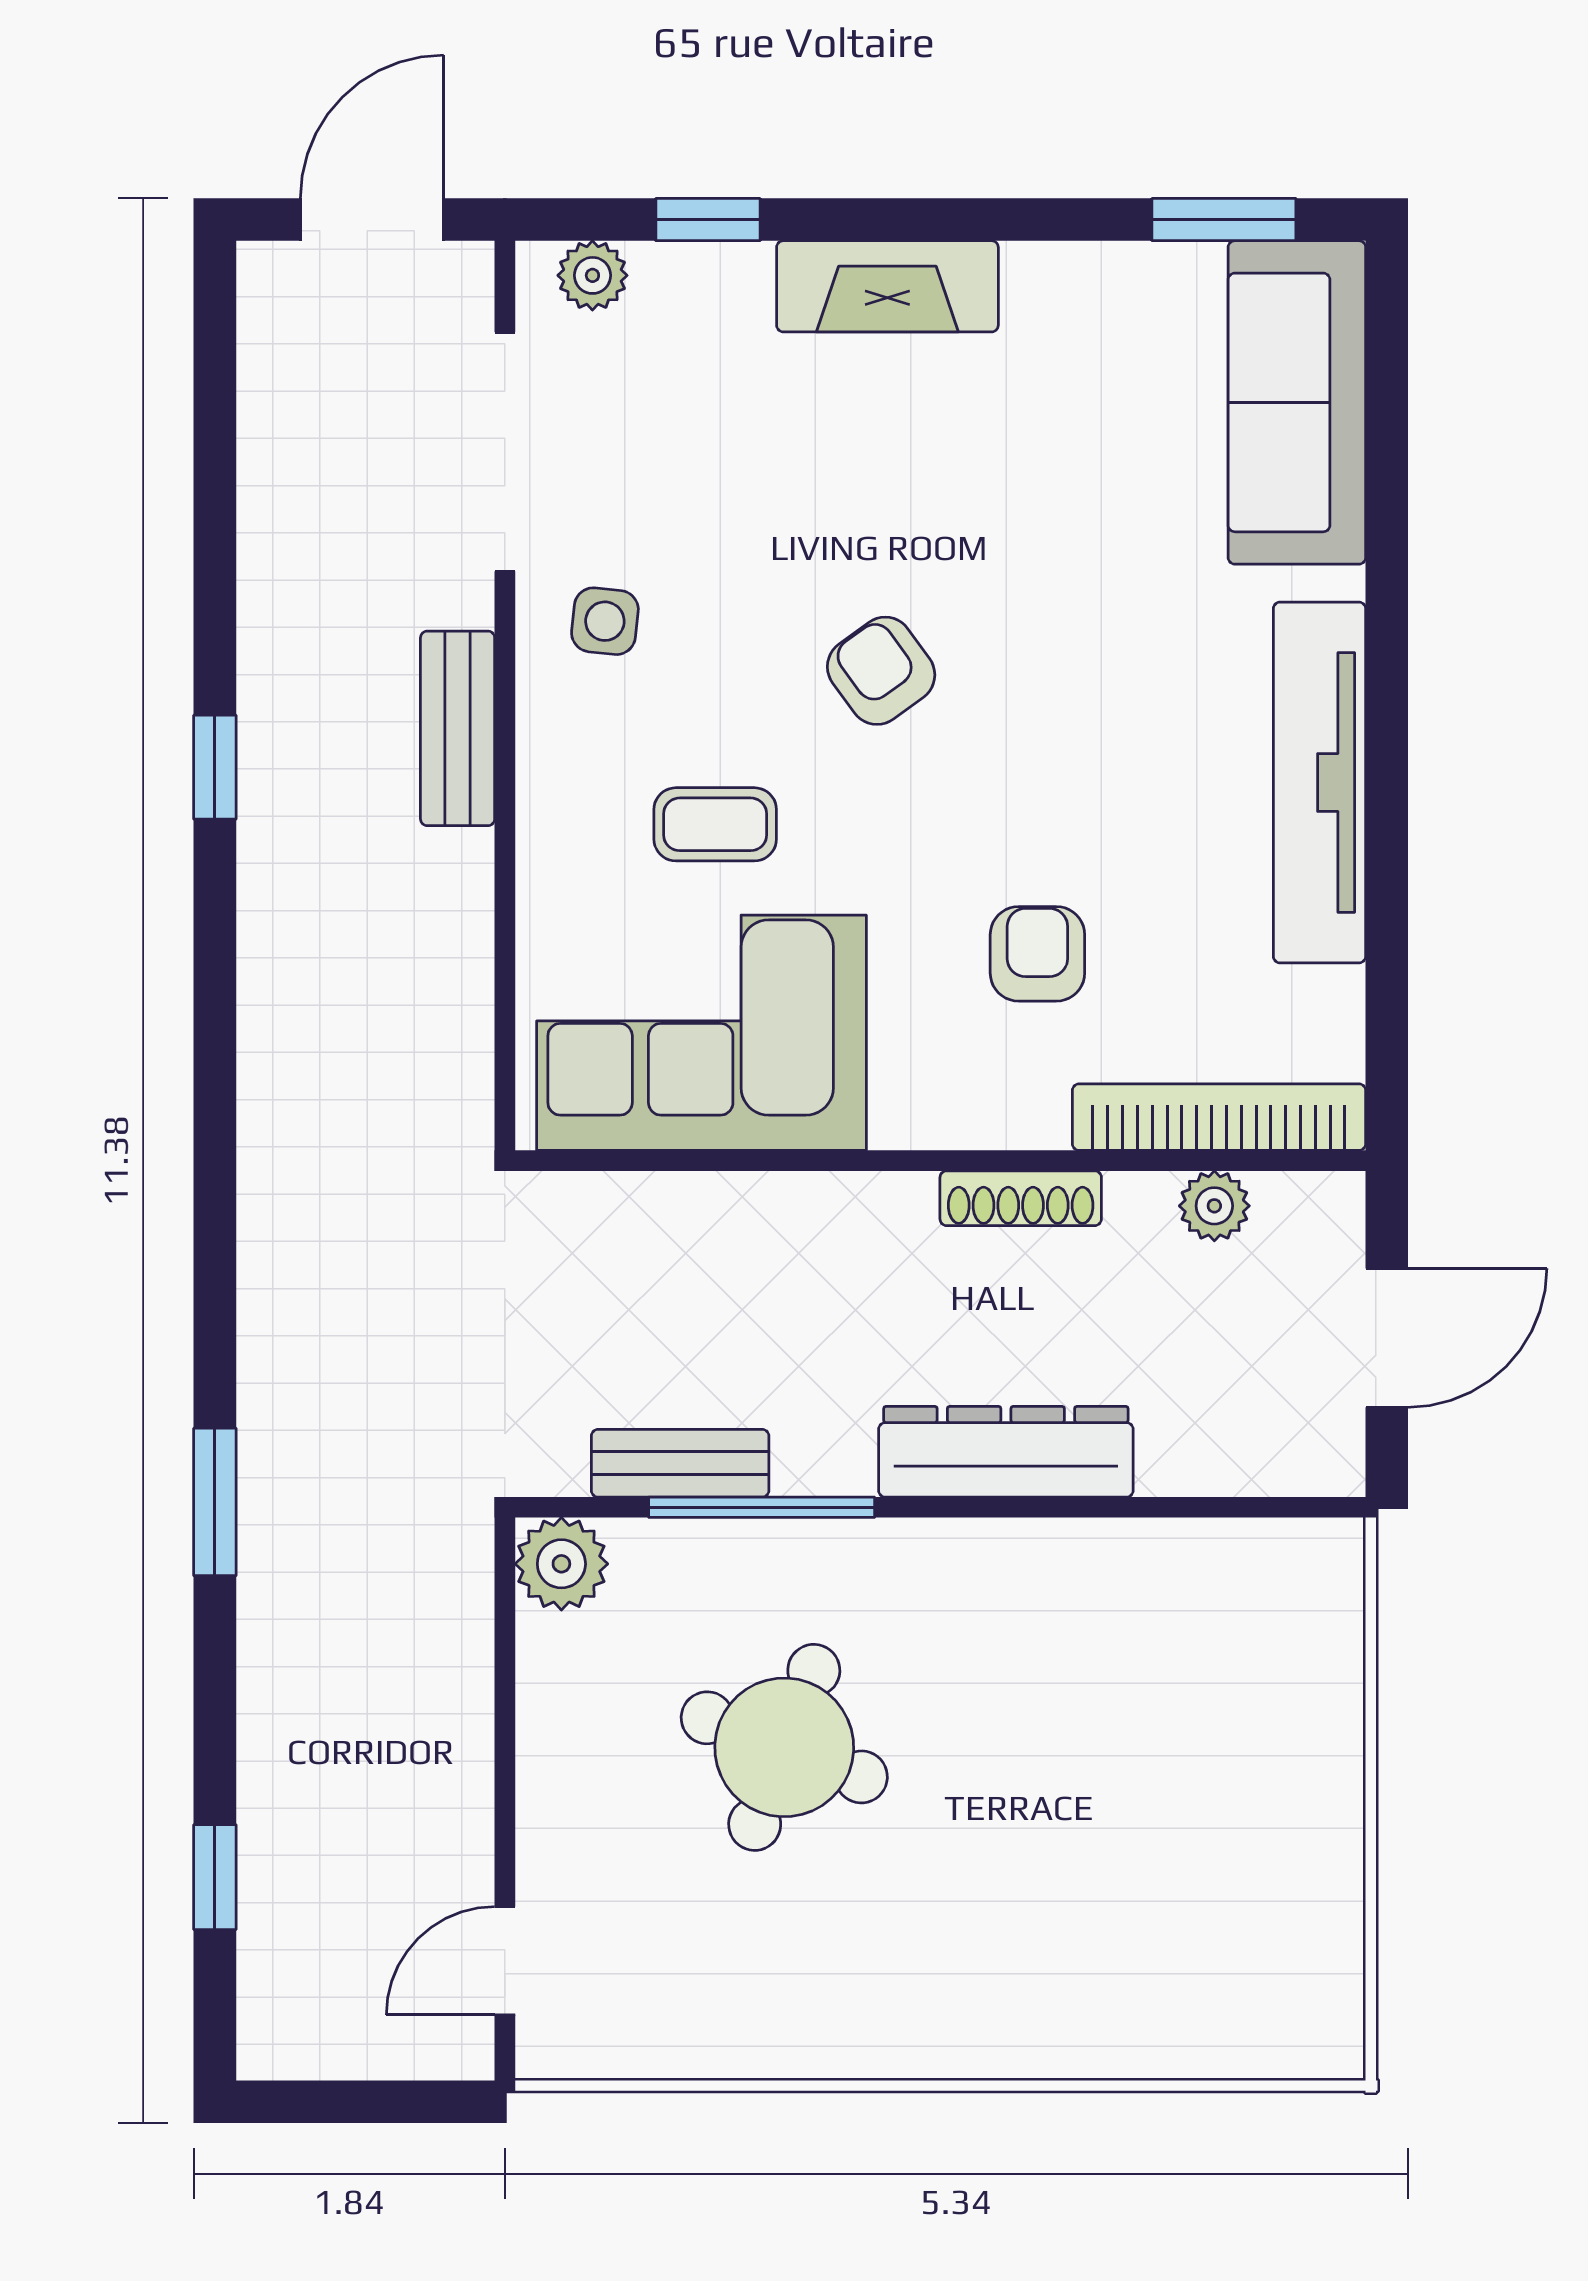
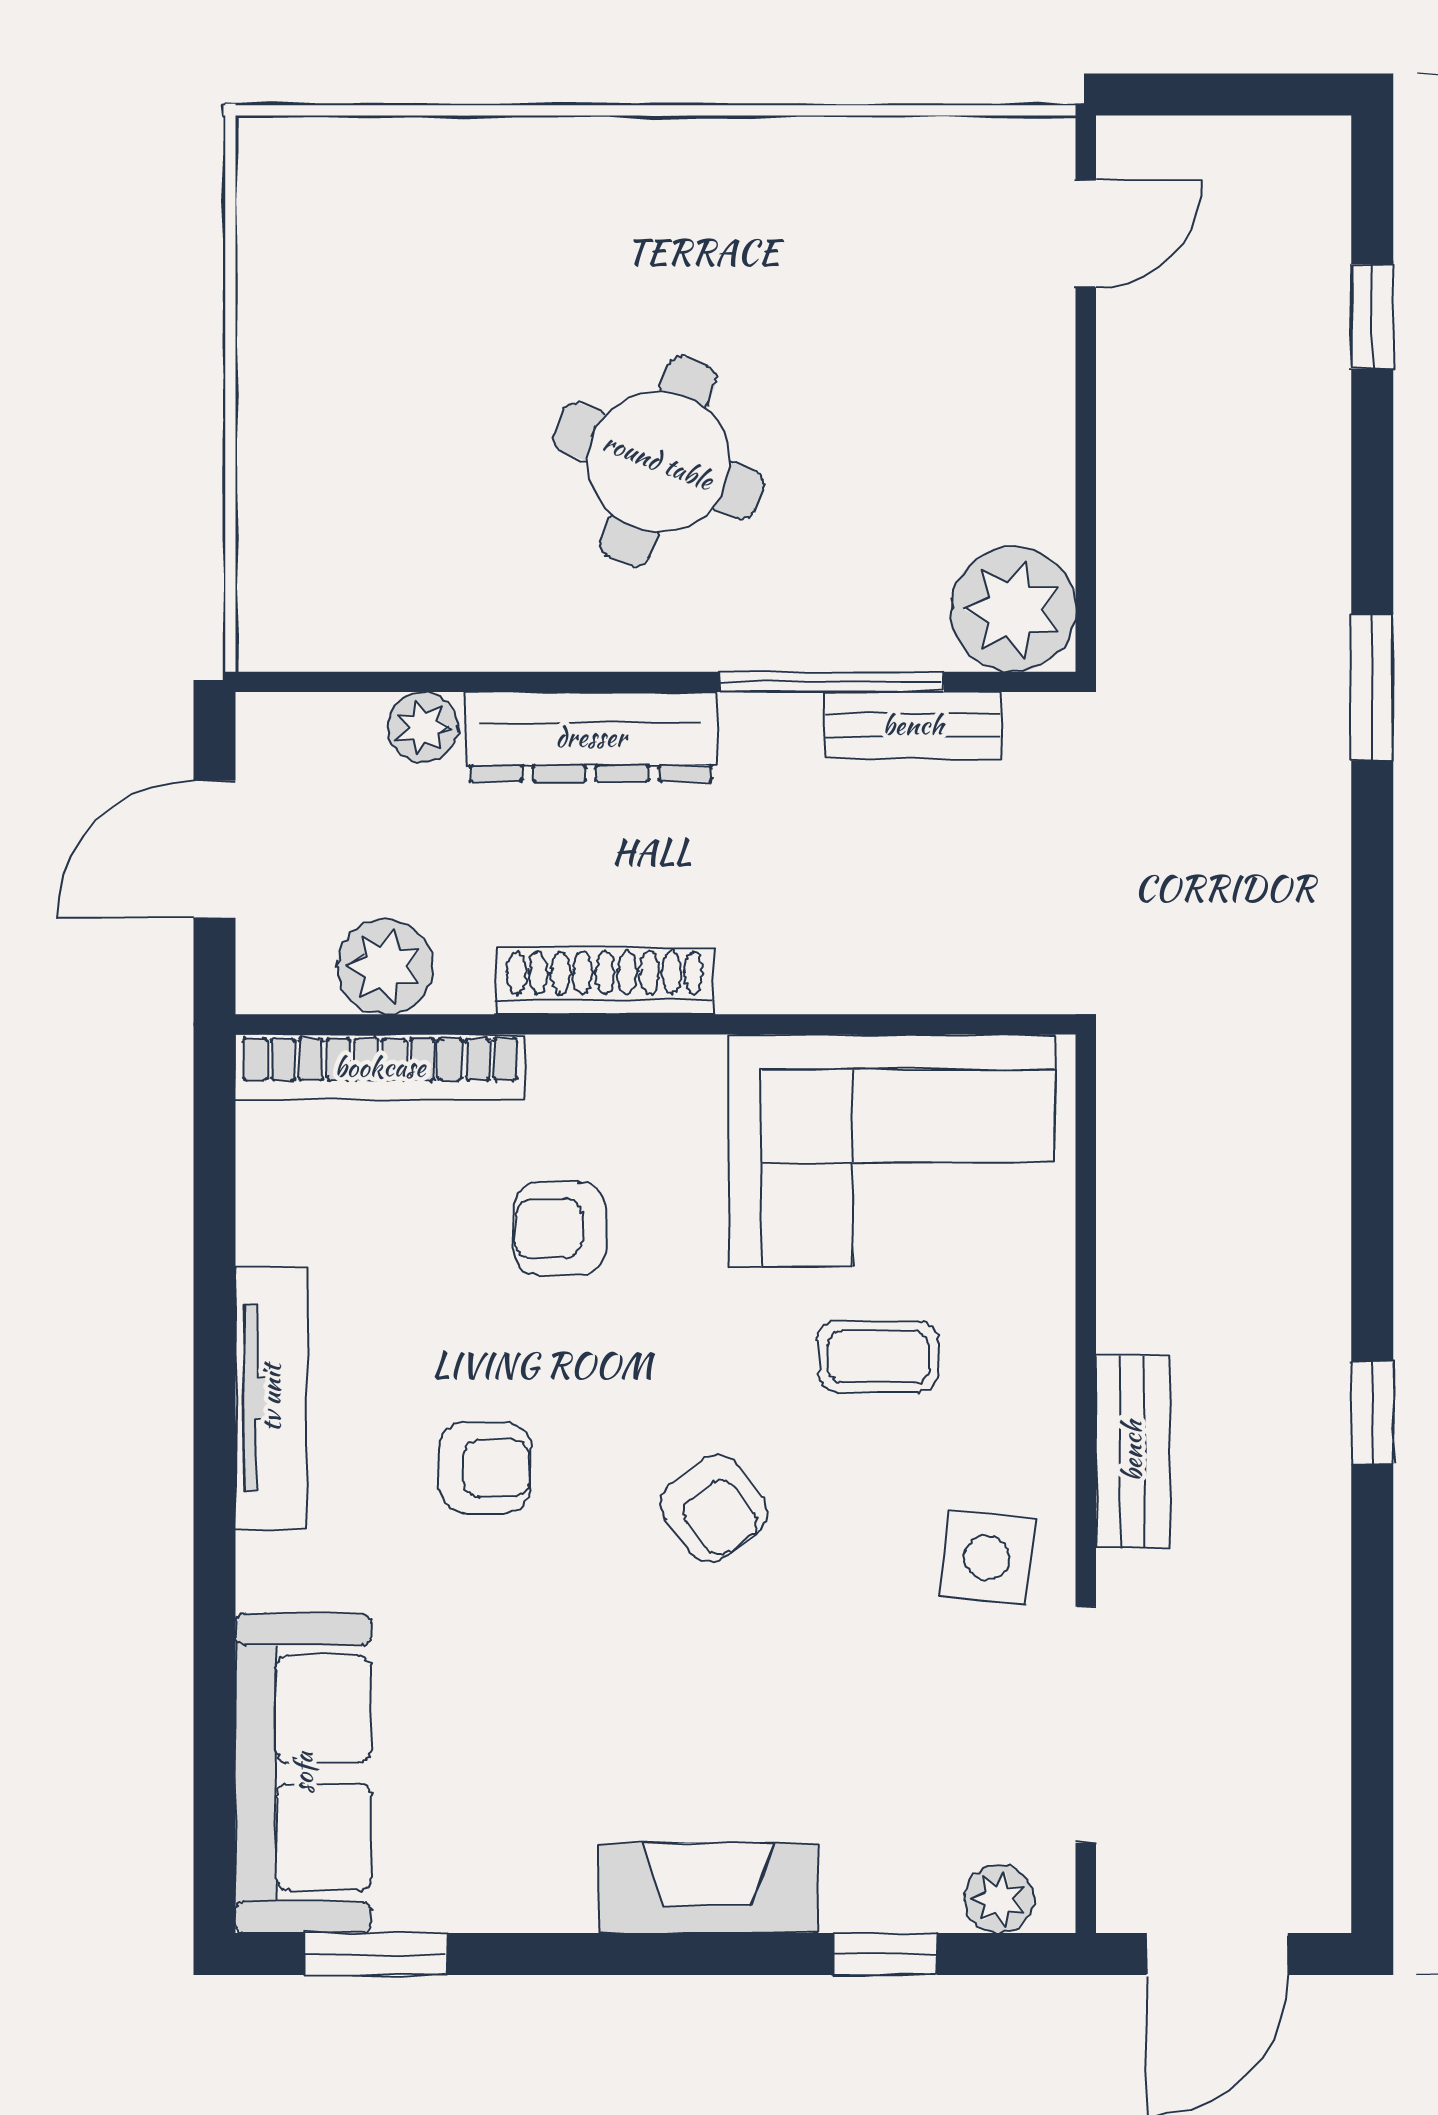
side table: (605, 621) -> (987, 1557), width x1.37, depth x1.37
armchair: (1113, 711) -> (485, 1468), added
tv unit: (1319, 782) -> (271, 1398), width x0.73, depth x0.78
armchair: (1037, 954) -> (560, 1229), turned 90
shoe rack: (1021, 1198) -> (605, 981), width x1.36, depth x1.24
plant: (1214, 1206) -> (385, 967), width x1.38, depth x1.38
plant: (1176, 1461) -> (423, 727), added
plant: (561, 1564) -> (1013, 609), width x1.36, depth x1.36
round table: (784, 1747) -> (658, 461), moved

